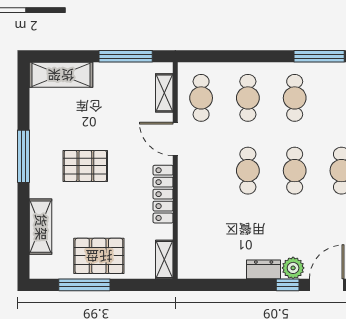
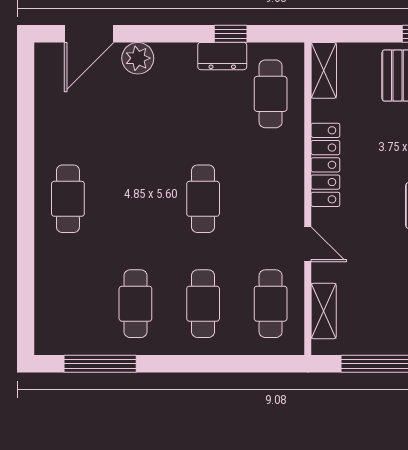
door: (175, 139) -> (308, 244), width x0.73
cafe table: (295, 171) -> (271, 94), moved
dresser: (264, 269) -> (222, 56), moved
window: (288, 285) -> (231, 34), moved

